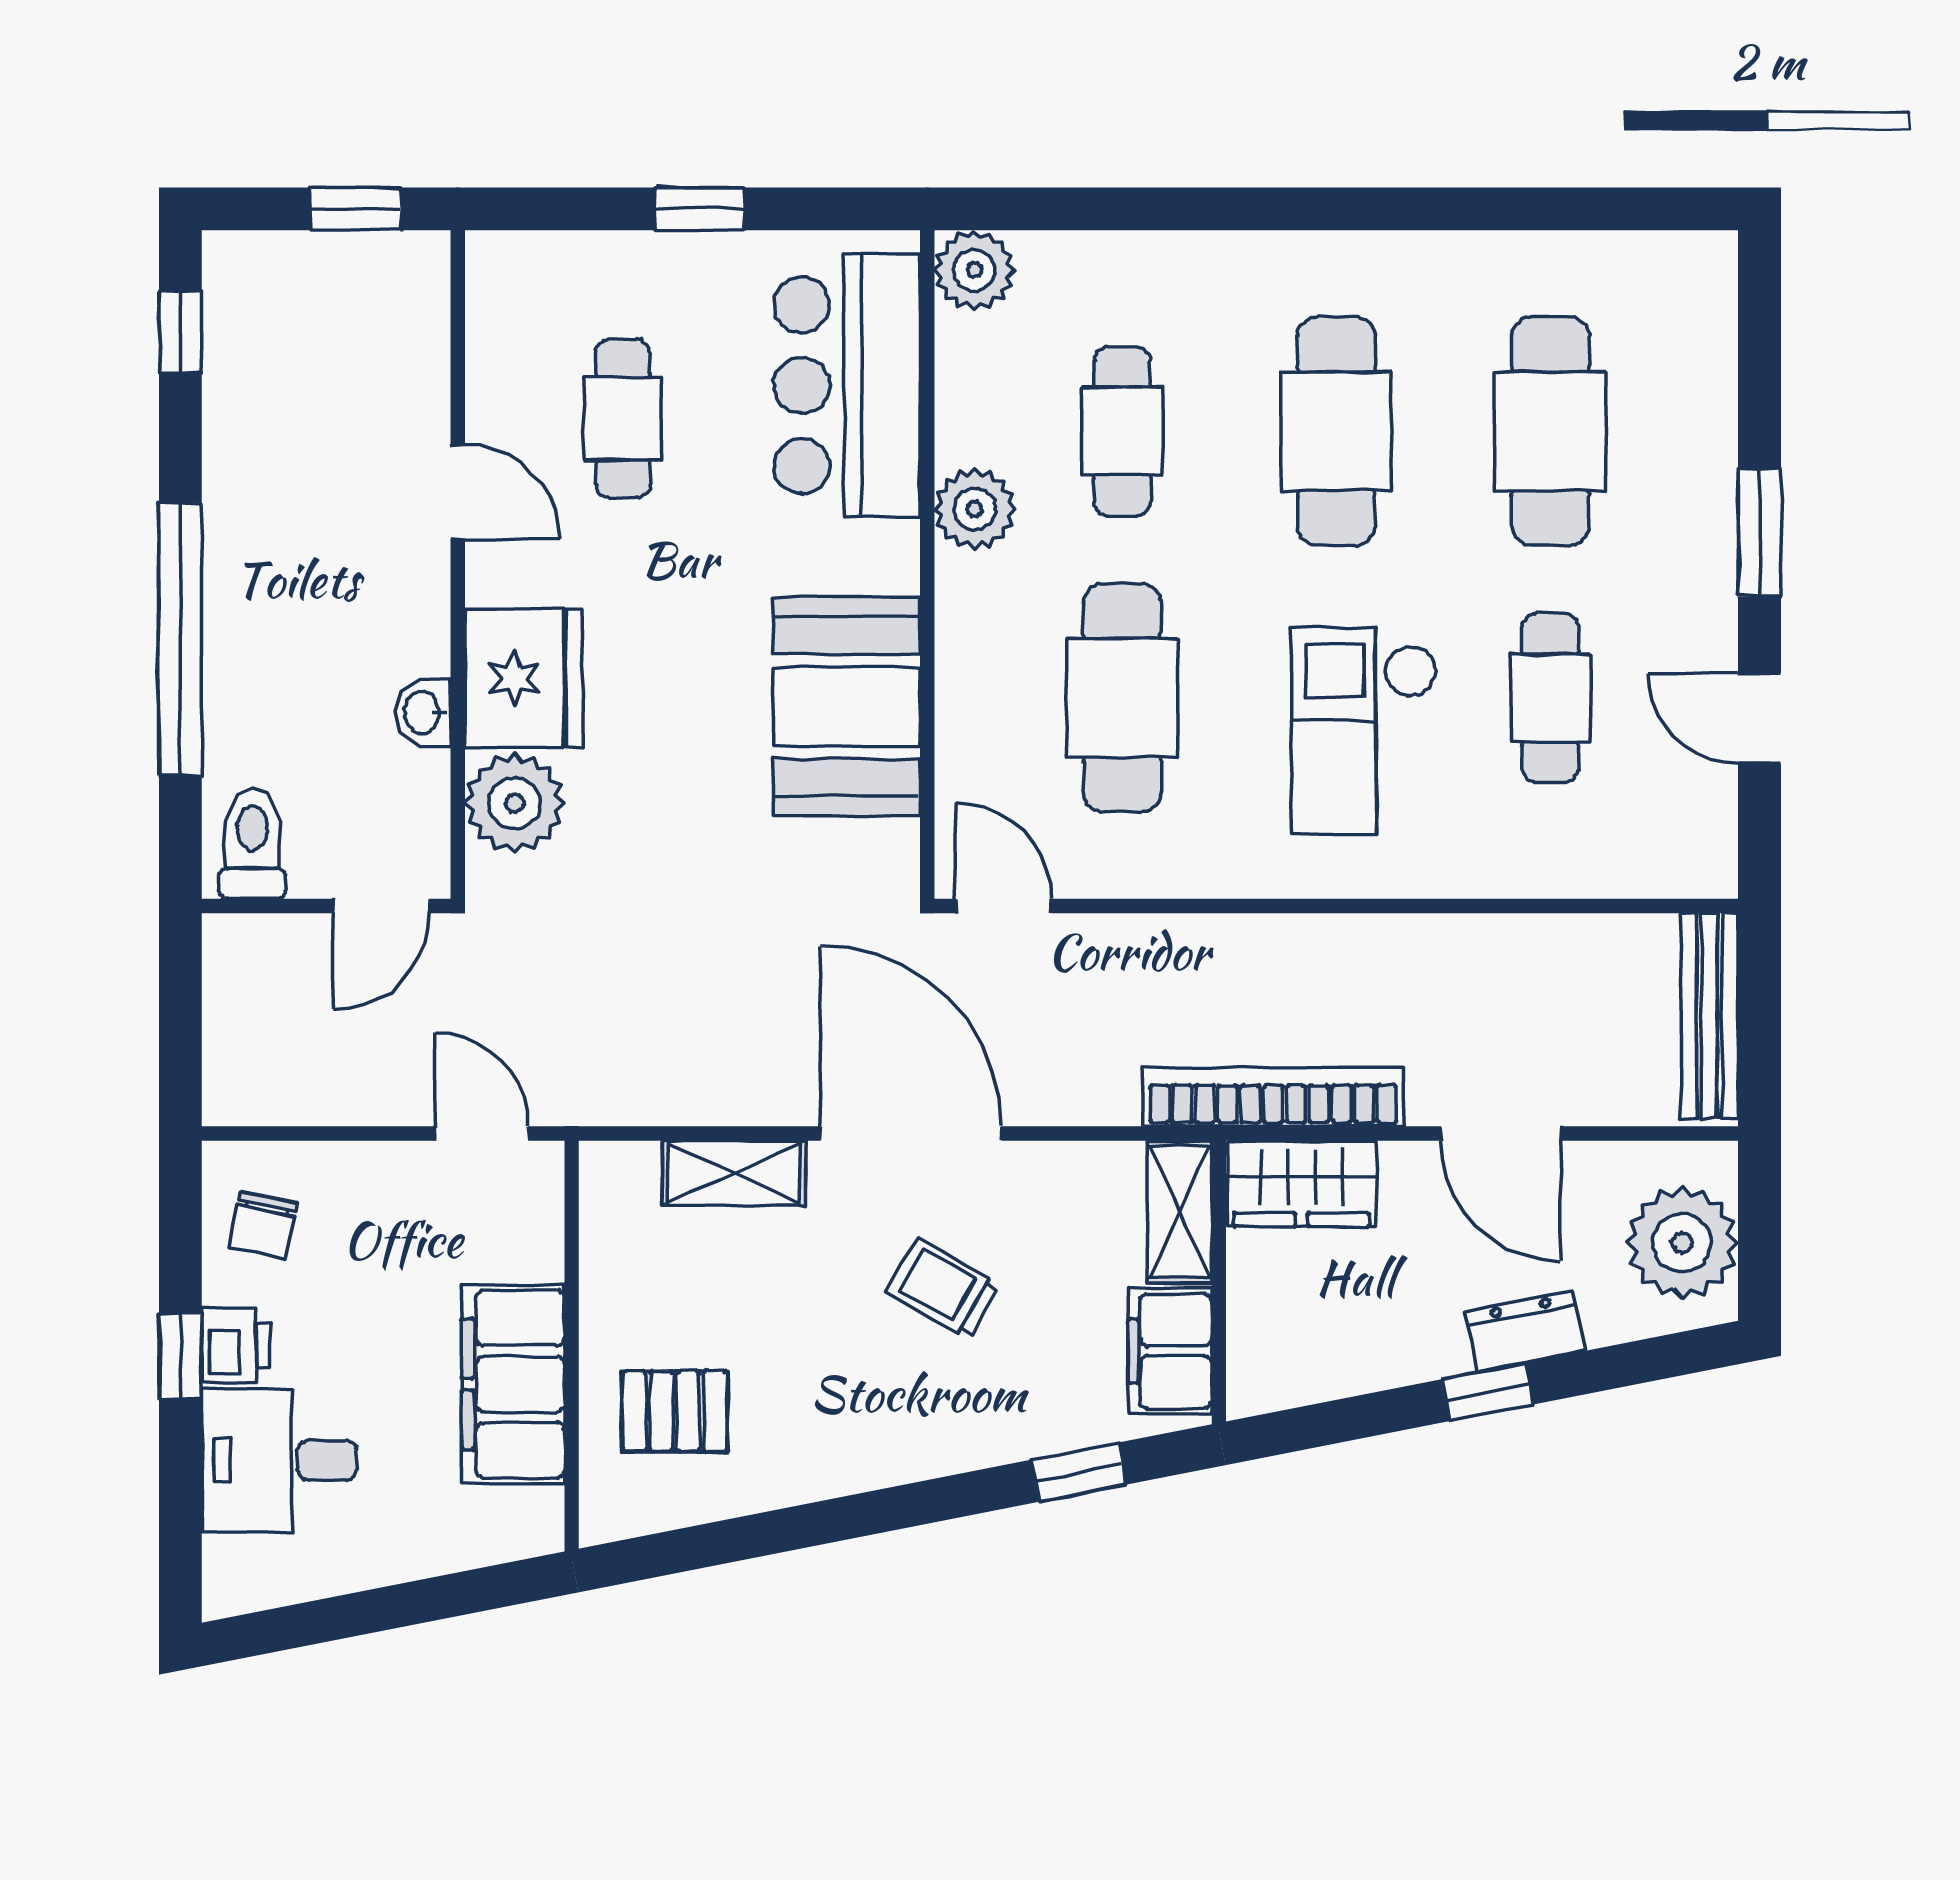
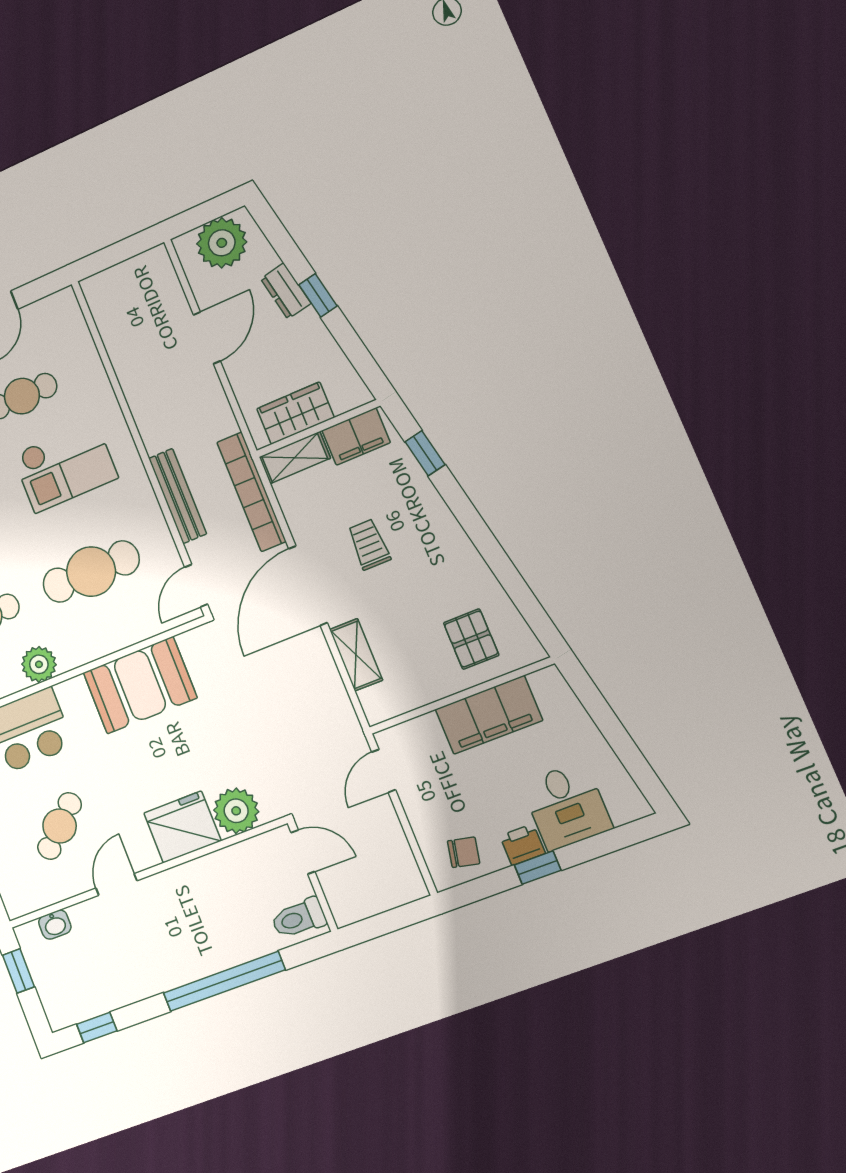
cafe table: (623, 419) -> (60, 826), turned -43
washbasin: (423, 712) -> (55, 925), moved
bench: (1709, 1016) -> (178, 496), moved, turned 90
bookcase: (1273, 1097) -> (252, 492), moved
wardrobe: (1301, 1184) -> (295, 413), moved, turned -90
trolley: (943, 1288) -> (369, 544), turned 150

